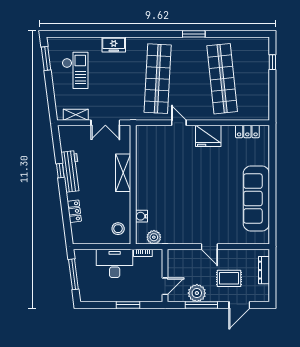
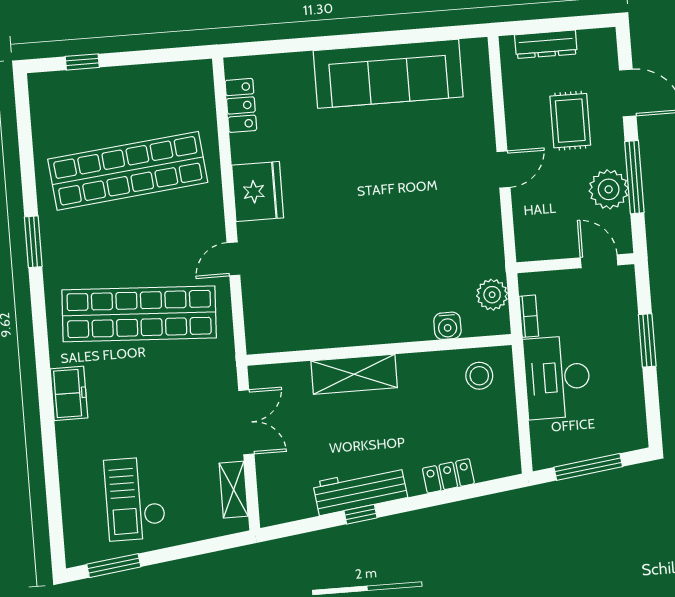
freezer: (114, 44) -> (69, 393), moved
checkout: (75, 70) -> (135, 499), turned -90

